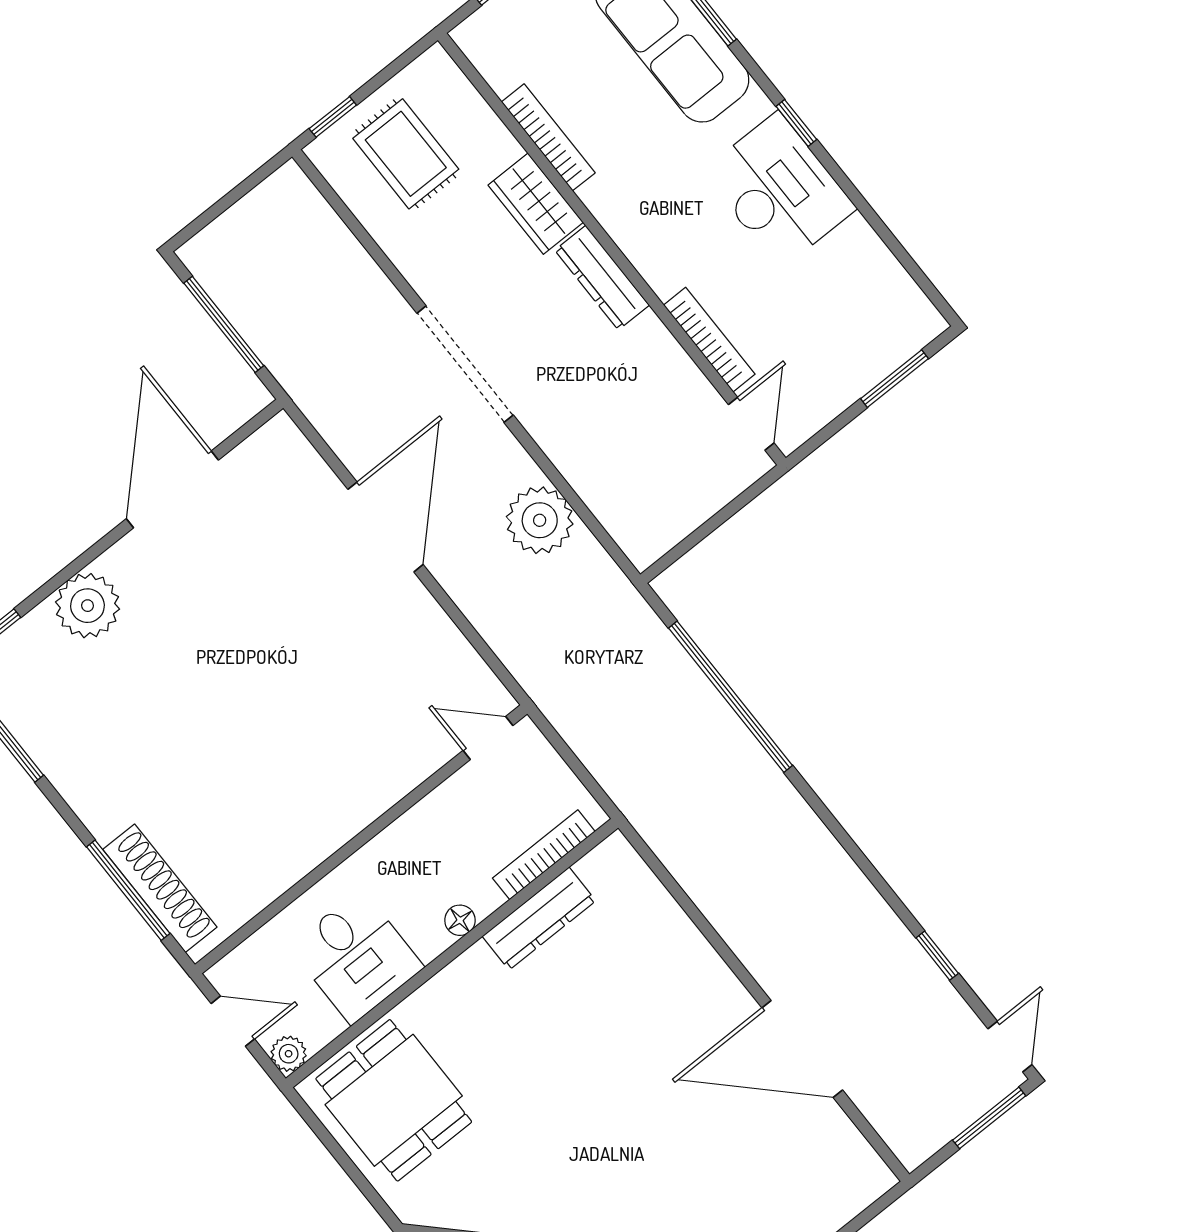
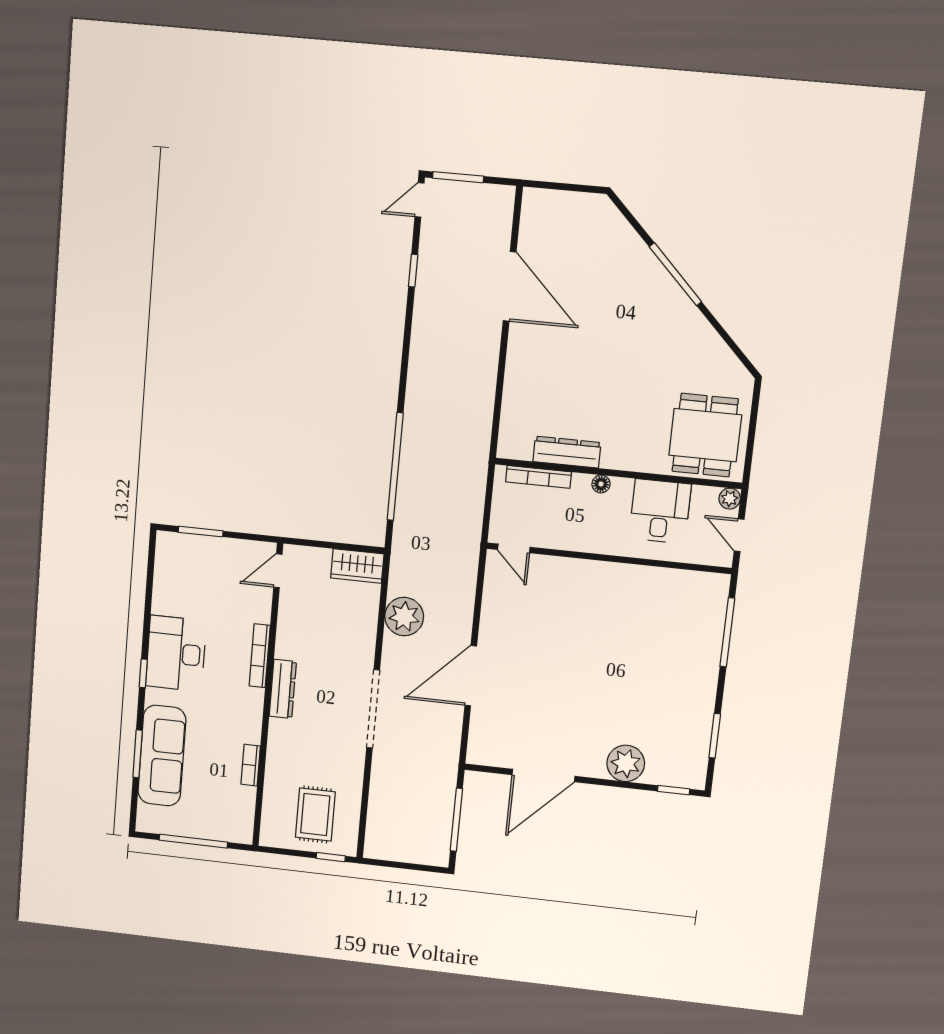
bookcase: (548, 137) -> (251, 765), width x0.64
wardrobe: (536, 204) -> (357, 566), moved, turned 90
bookcase: (709, 340) -> (260, 656), moved
shoe rack: (160, 888) -> (713, 620), removed

